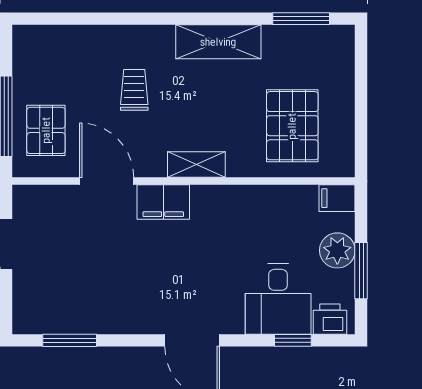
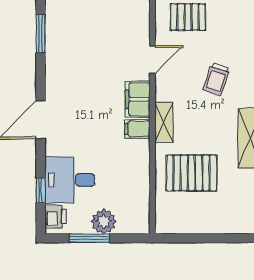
trolley: (134, 90) -> (216, 79), turned 108
pallet: (292, 126) -> (191, 173), moved
door: (107, 181) -> (152, 60), width x0.73
filing cabinet: (337, 198) -> (137, 129), moved, turned -90

